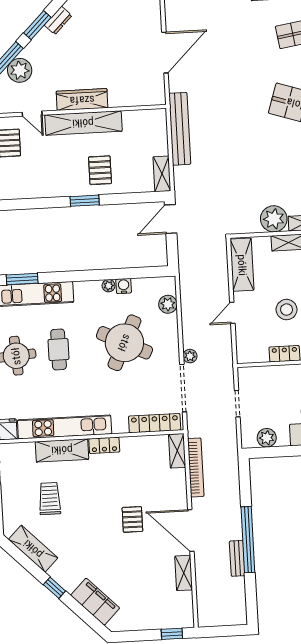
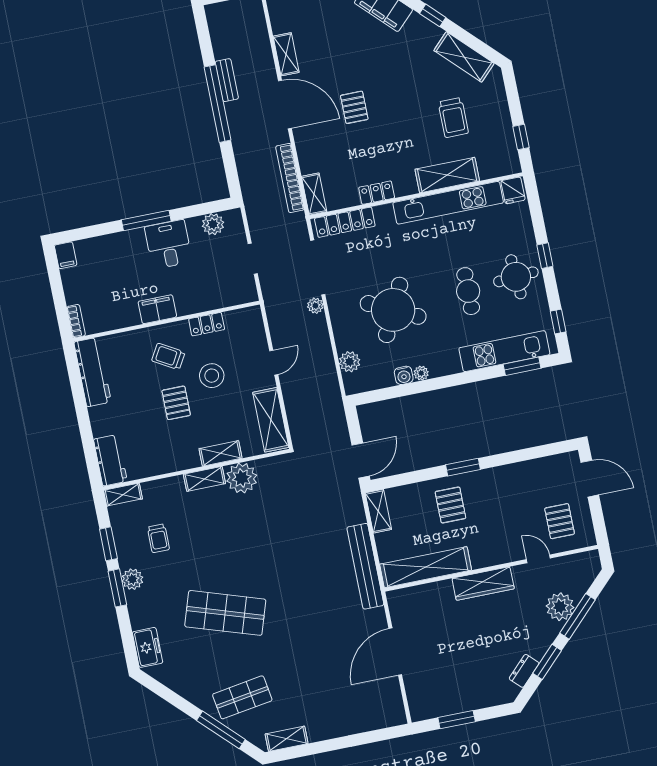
shelving: (83, 123) -> (426, 567), moved
locker: (104, 445) -> (377, 193), moved

